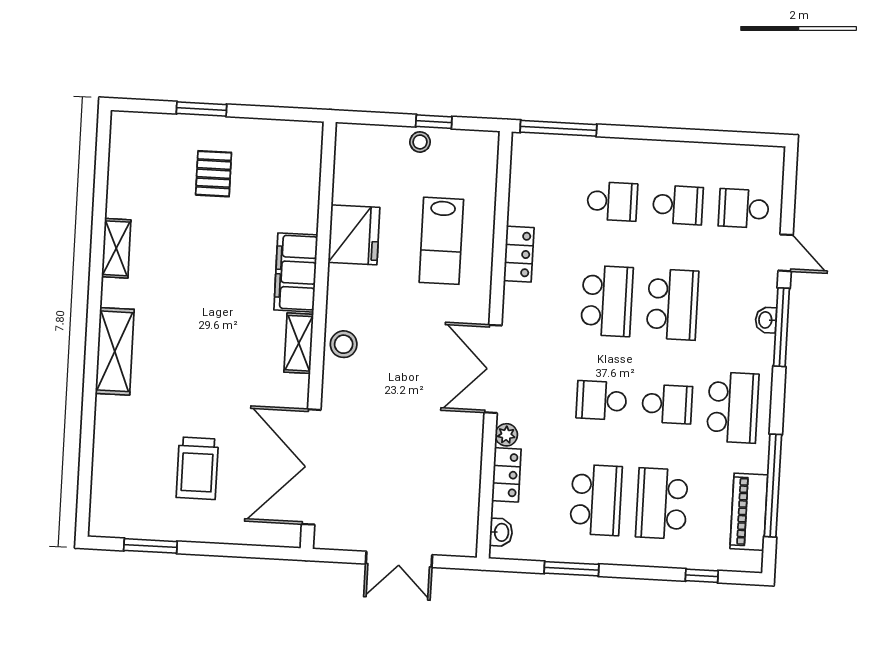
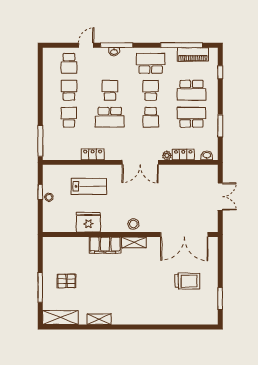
window: (201, 109) -> (40, 287), width x1.44
school desk: (607, 301) -> (110, 117), turned 180
school desk: (673, 304) -> (110, 90), width x0.54
shelving: (115, 351) -> (60, 318), moved

